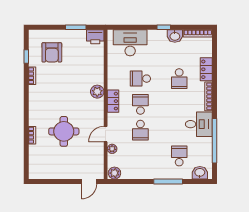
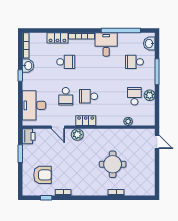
school desk: (140, 130) -> (134, 96), moved, turned -90
door: (106, 134) -> (58, 127), moved
plant: (114, 173) -> (150, 95), moved

